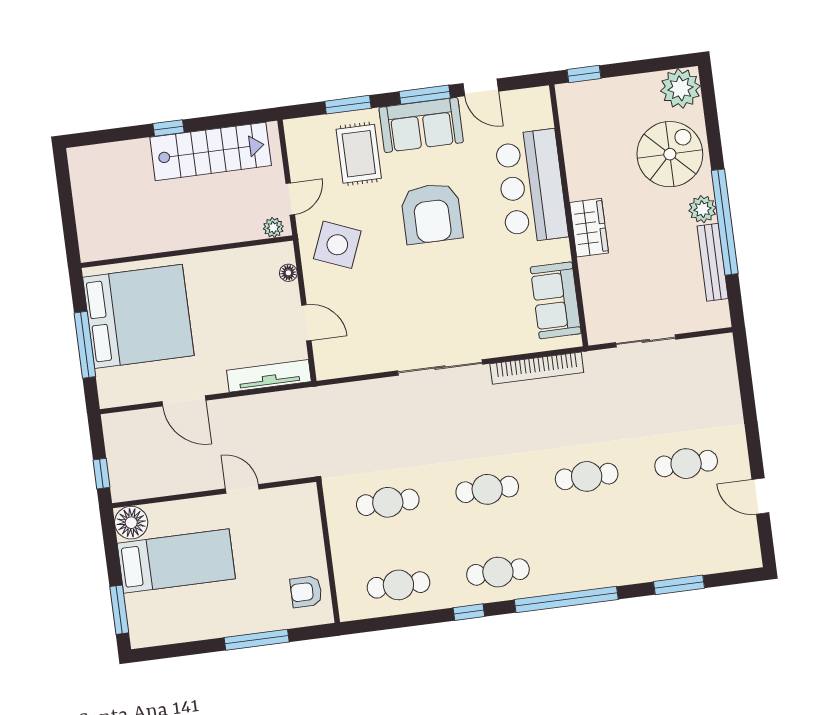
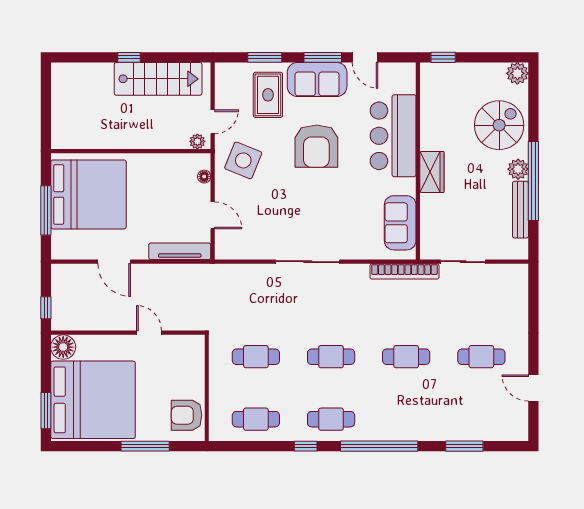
plant: (680, 88) -> (517, 73), width x0.73, depth x0.73
bookcase: (537, 368) -> (404, 271), moved
bed: (176, 561) -> (93, 400), width x2.04
armchair: (306, 592) -> (187, 415), width x1.38, depth x1.38

